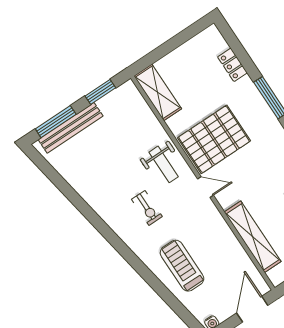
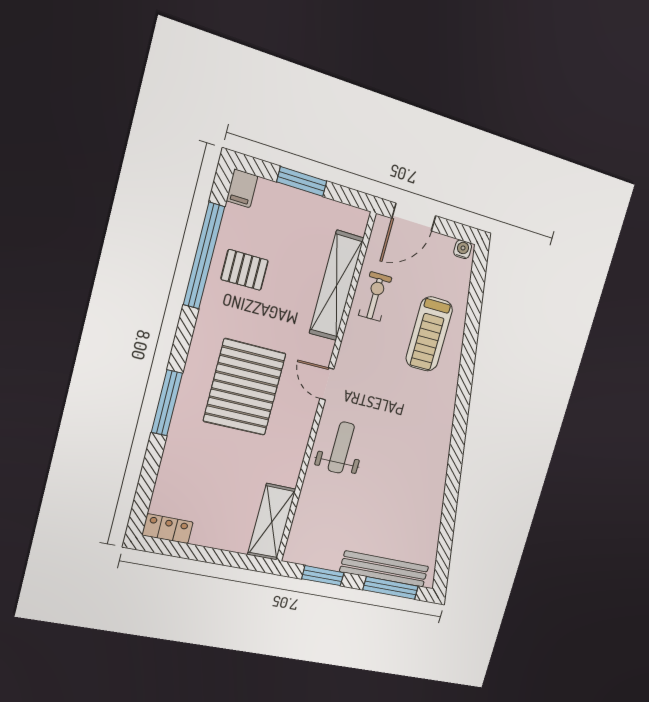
locker: (232, 65) -> (168, 529), moved, turned -90
pallet: (214, 139) -> (245, 387), moved, turned 90
exercise bike: (147, 208) -> (375, 296), moved

